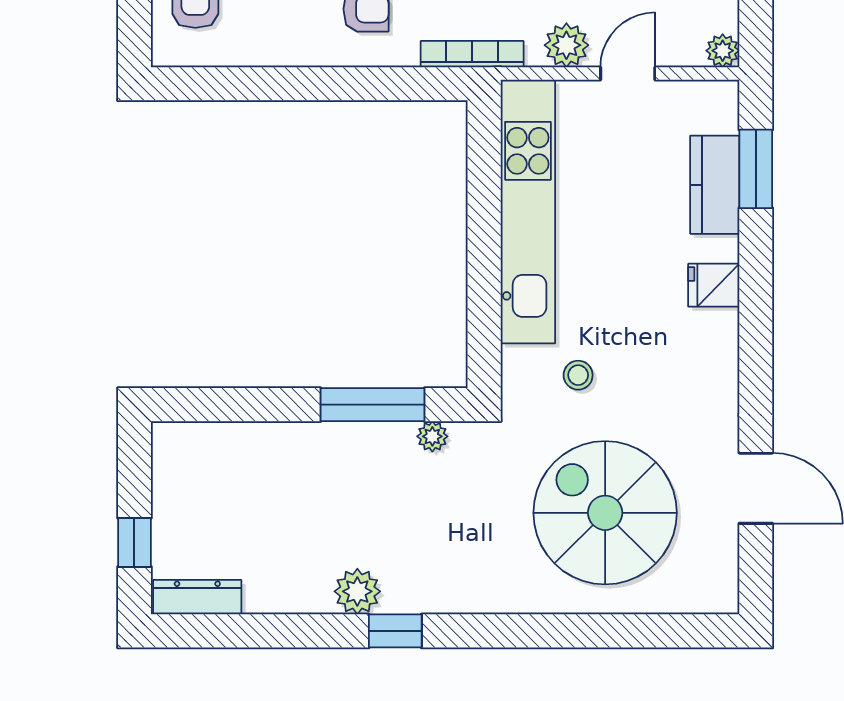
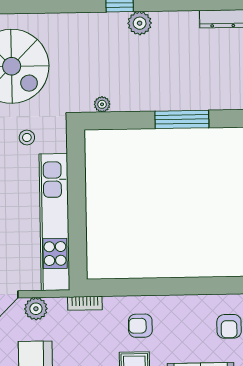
bookcase: (472, 54) -> (85, 303), width x0.64
window: (373, 405) -> (182, 119), moved

